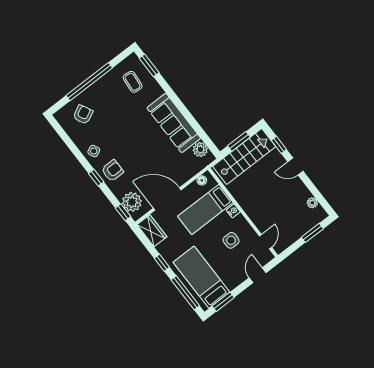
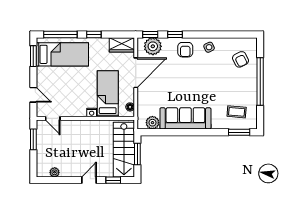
window: (96, 178) -> (175, 34), moved
window: (312, 233) -> (33, 139), moved
side table: (231, 240) -> (72, 95), removed

